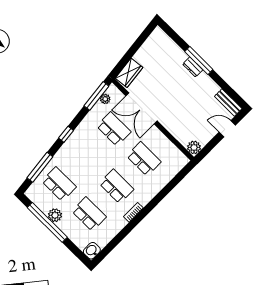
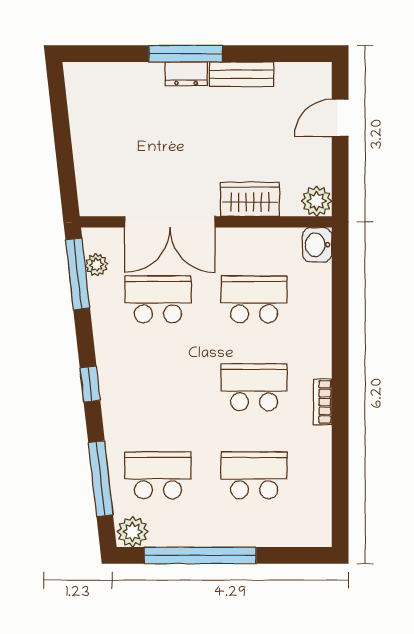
wardrobe: (129, 73) -> (250, 199), moved, turned -84
bench: (228, 102) -> (242, 74), moved
plant: (55, 215) -> (133, 532), moved
washbasin: (92, 251) -> (317, 245), moved

